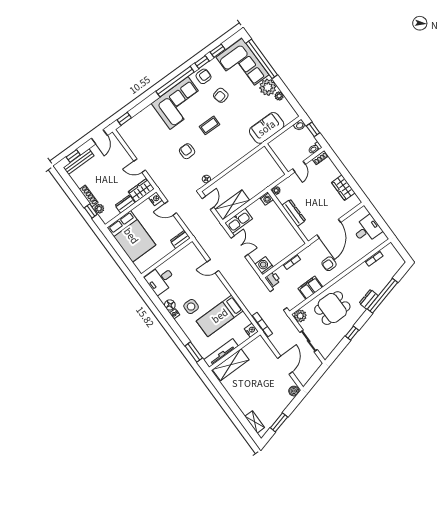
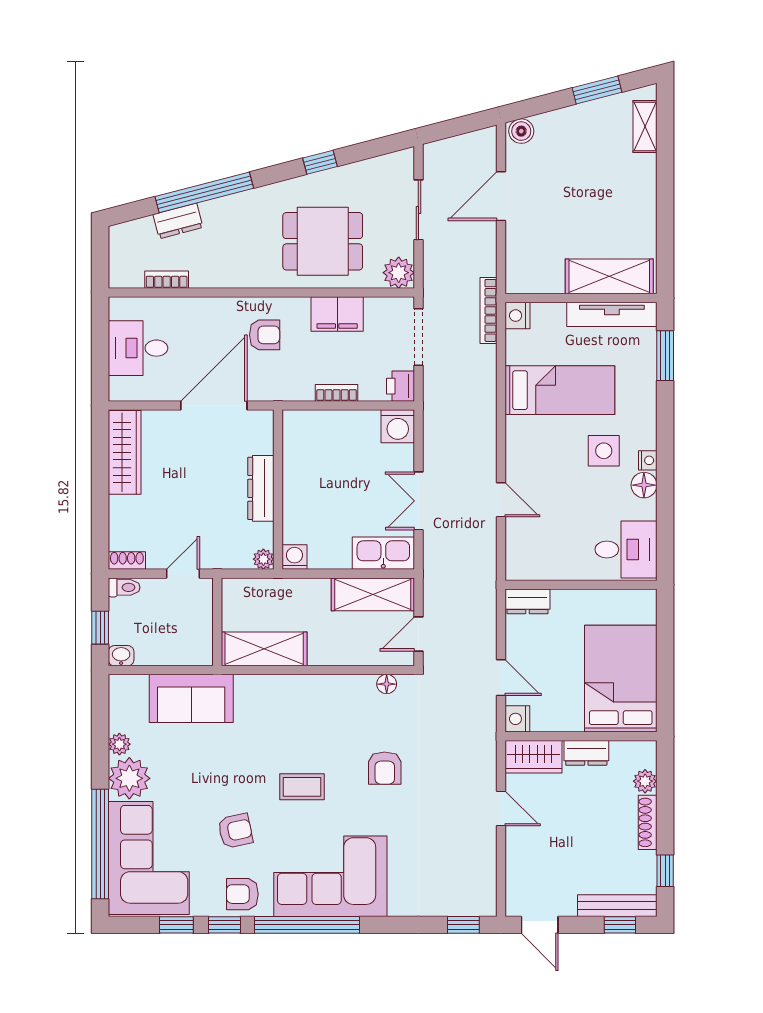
door: (99, 137) -> (540, 925), swing flipped
shelving: (255, 161) -> (264, 649), added
wardrobe: (343, 188) -> (125, 452), width x1.50
window: (91, 211) -> (665, 871), moved
dresser: (369, 299) -> (178, 221), moved

